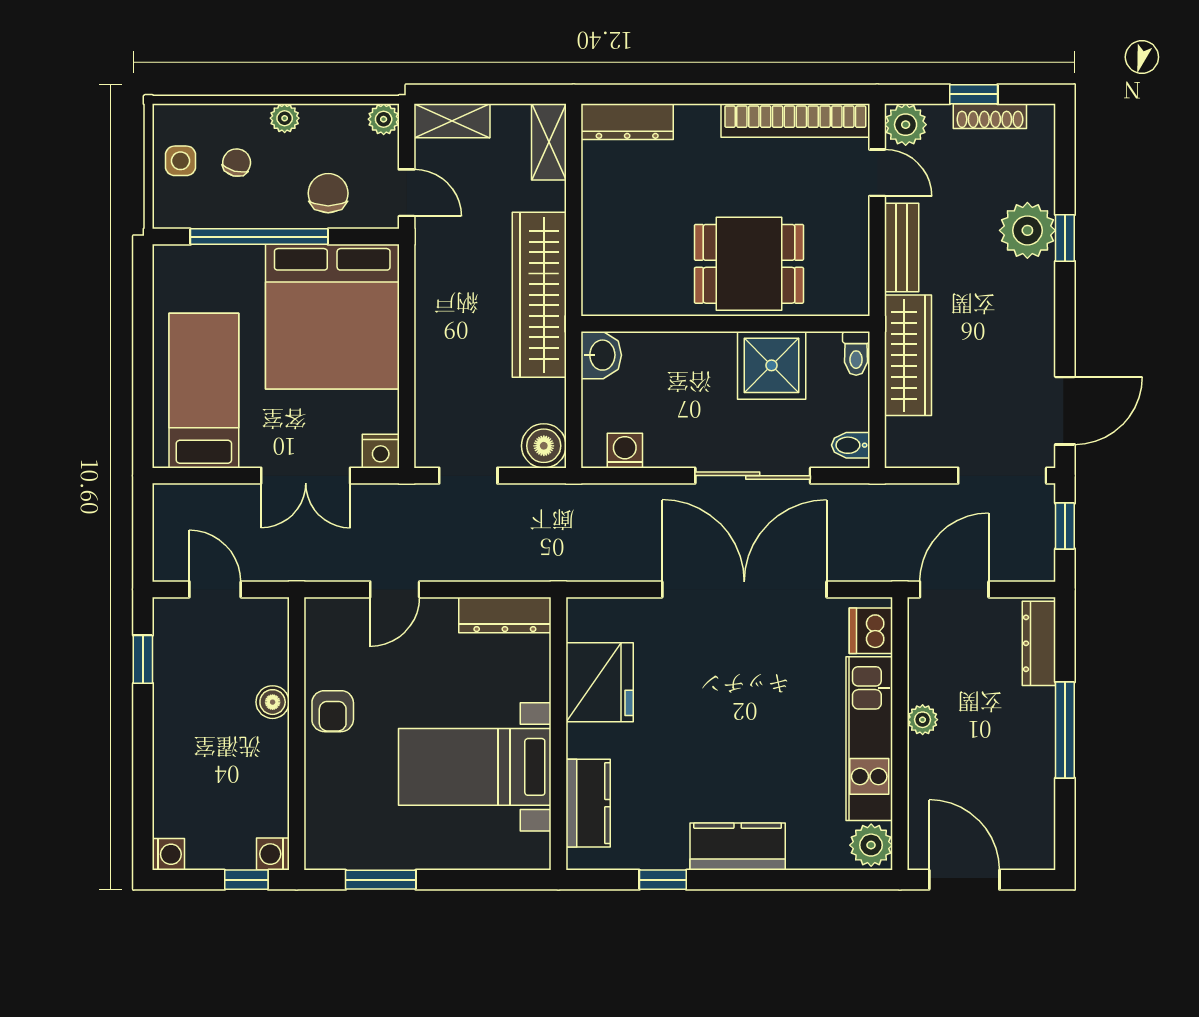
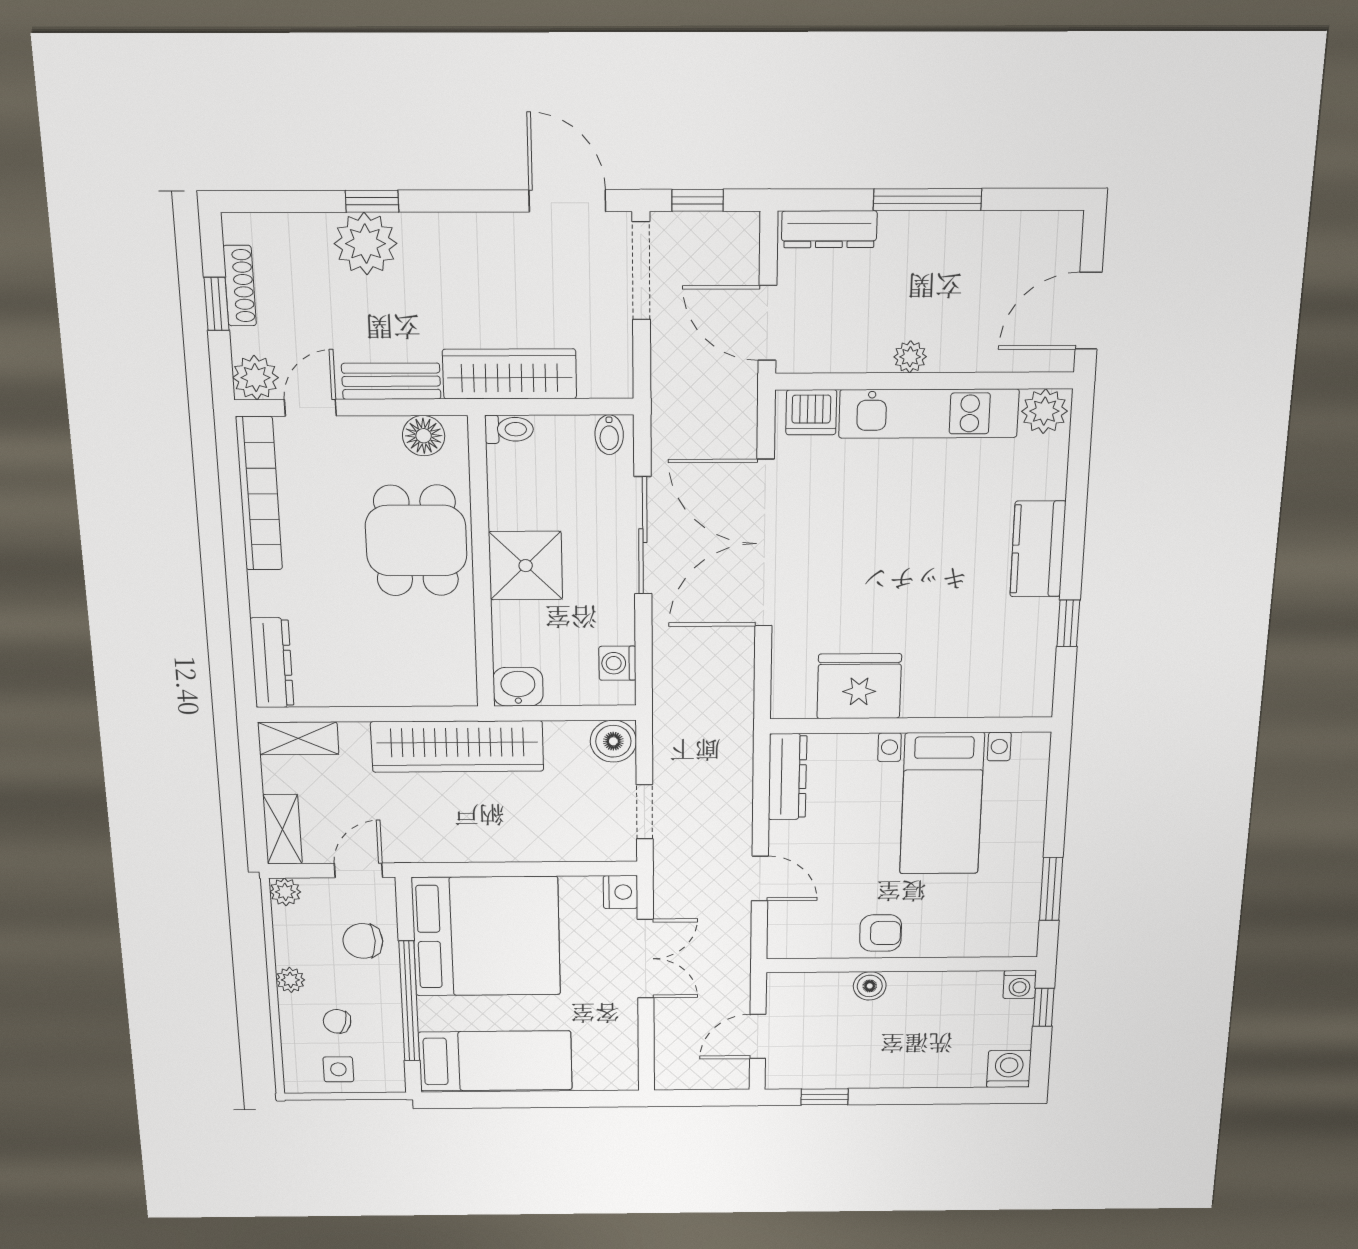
floor lamp: (850, 275) -> (424, 436), added
shower: (772, 365) -> (526, 566), moved
bed: (204, 391) -> (495, 1061), moved, turned 180
kitchen counter: (588, 803) -> (984, 697), removed
washing machine: (168, 854) -> (1009, 1069), width x1.38, depth x1.38

